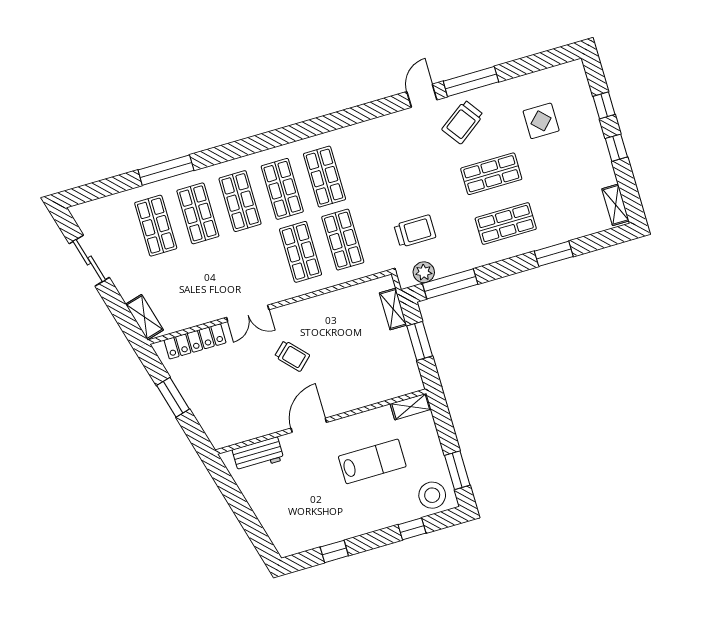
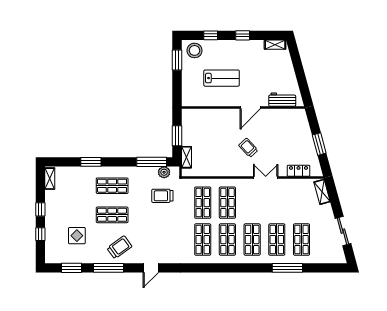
window: (534, 63) -> (71, 268), added
door: (422, 96) -> (151, 268), moved
locker: (195, 341) -> (299, 171), width x0.66
shelving: (411, 407) -> (275, 45), moved
lab bench: (372, 461) -> (222, 78), turned 180
window: (334, 551) -> (243, 35), moved

